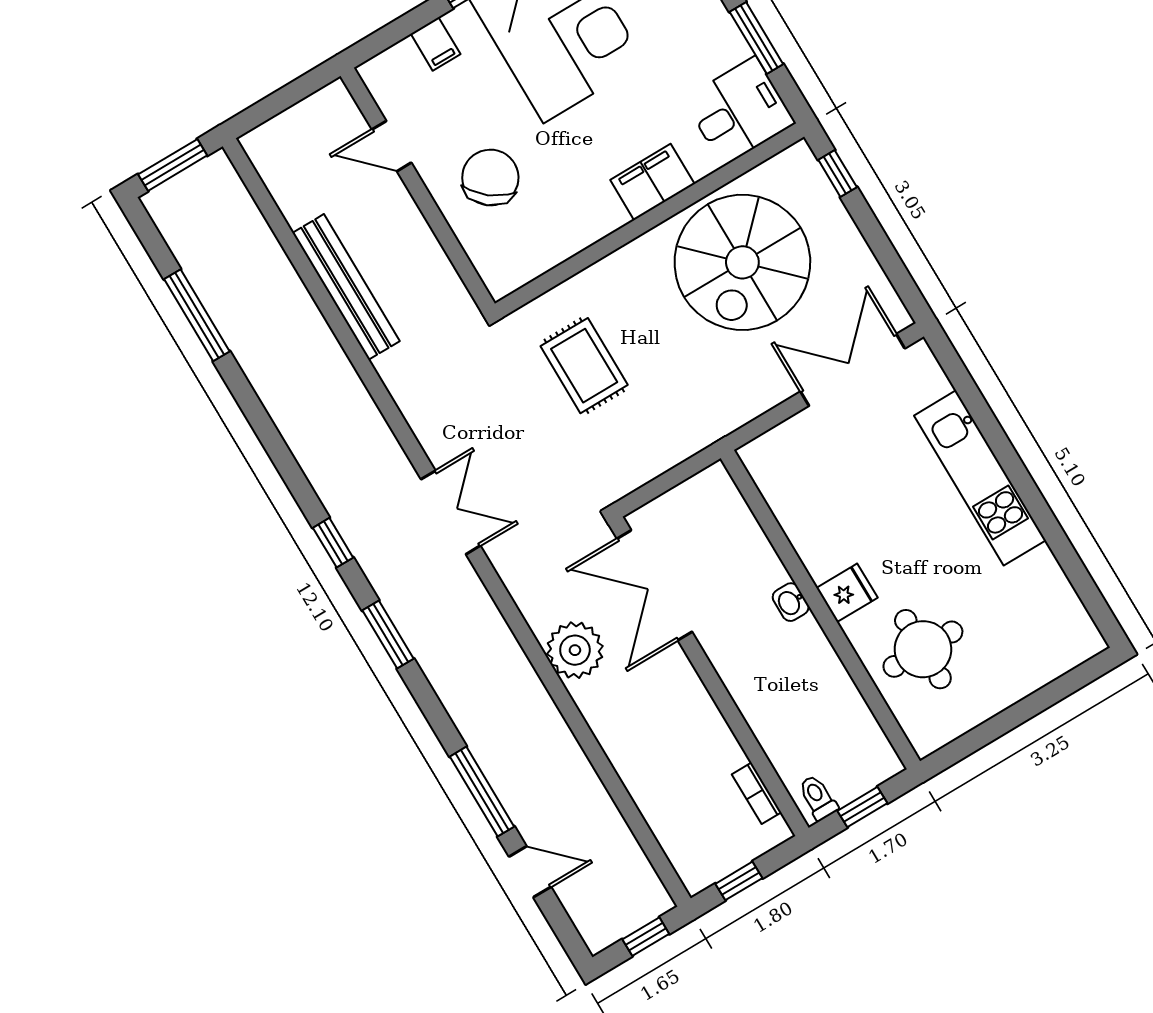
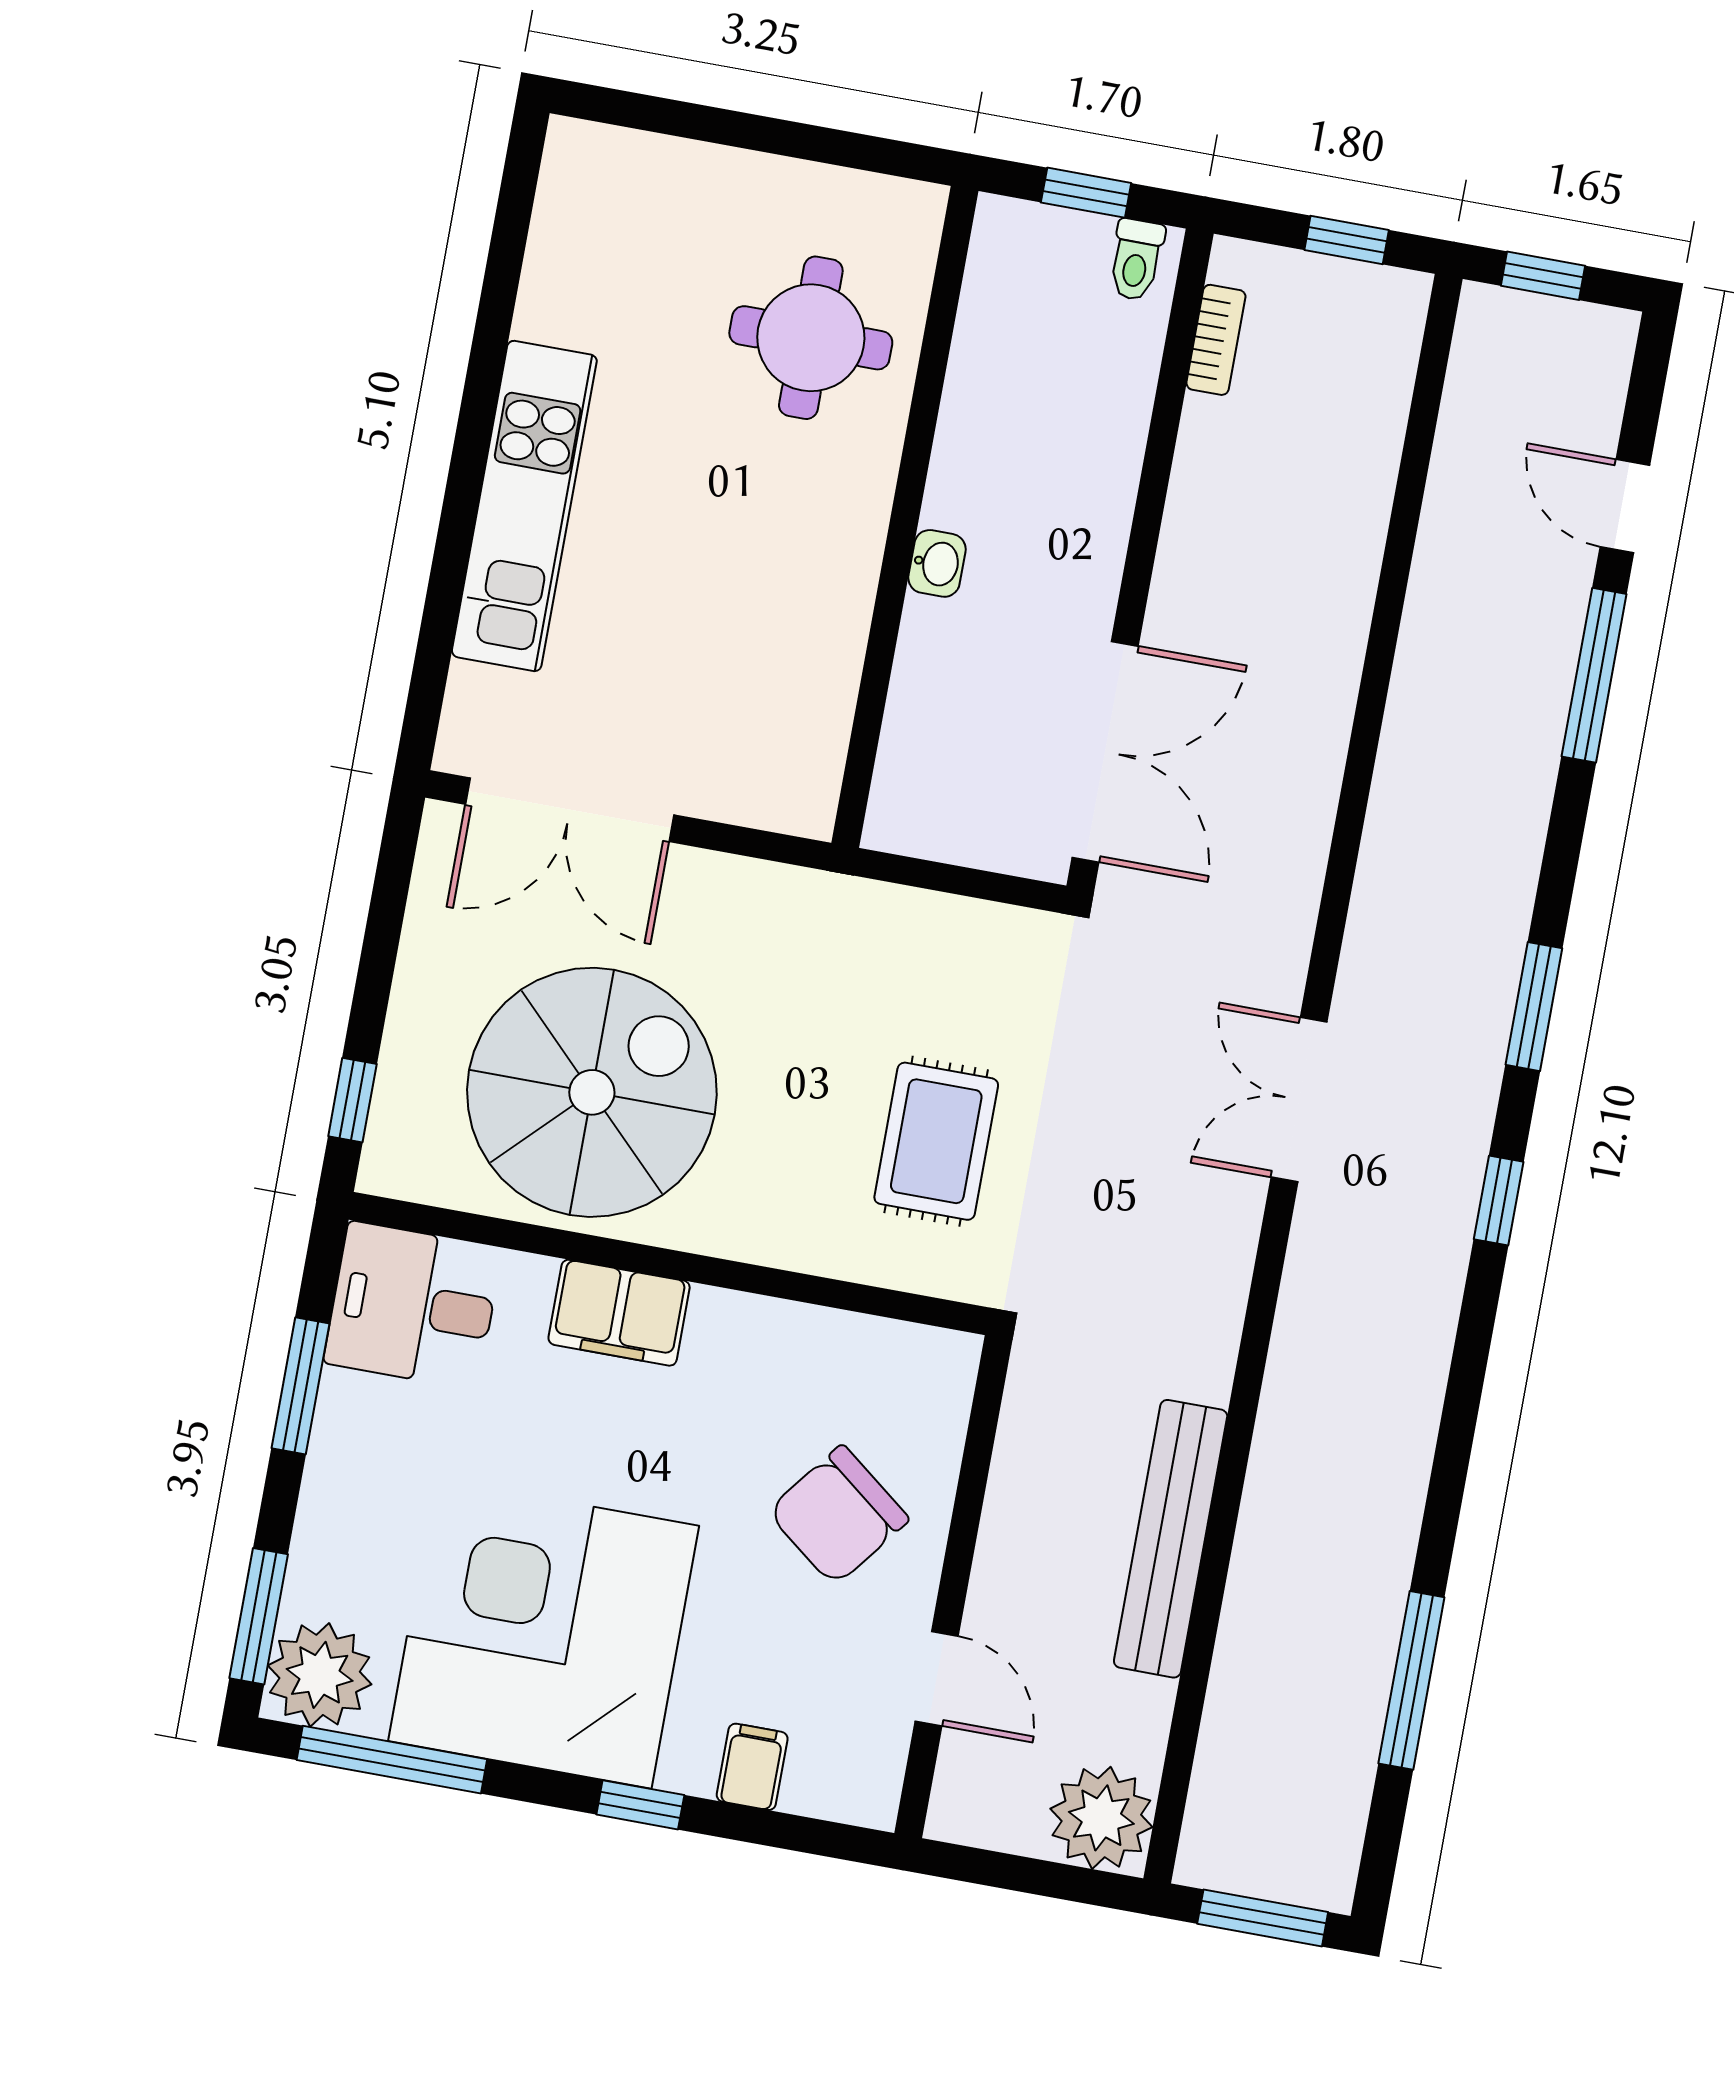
fridge: (847, 593) -> (848, 508), removed
plant: (575, 650) -> (1101, 1818), moved

